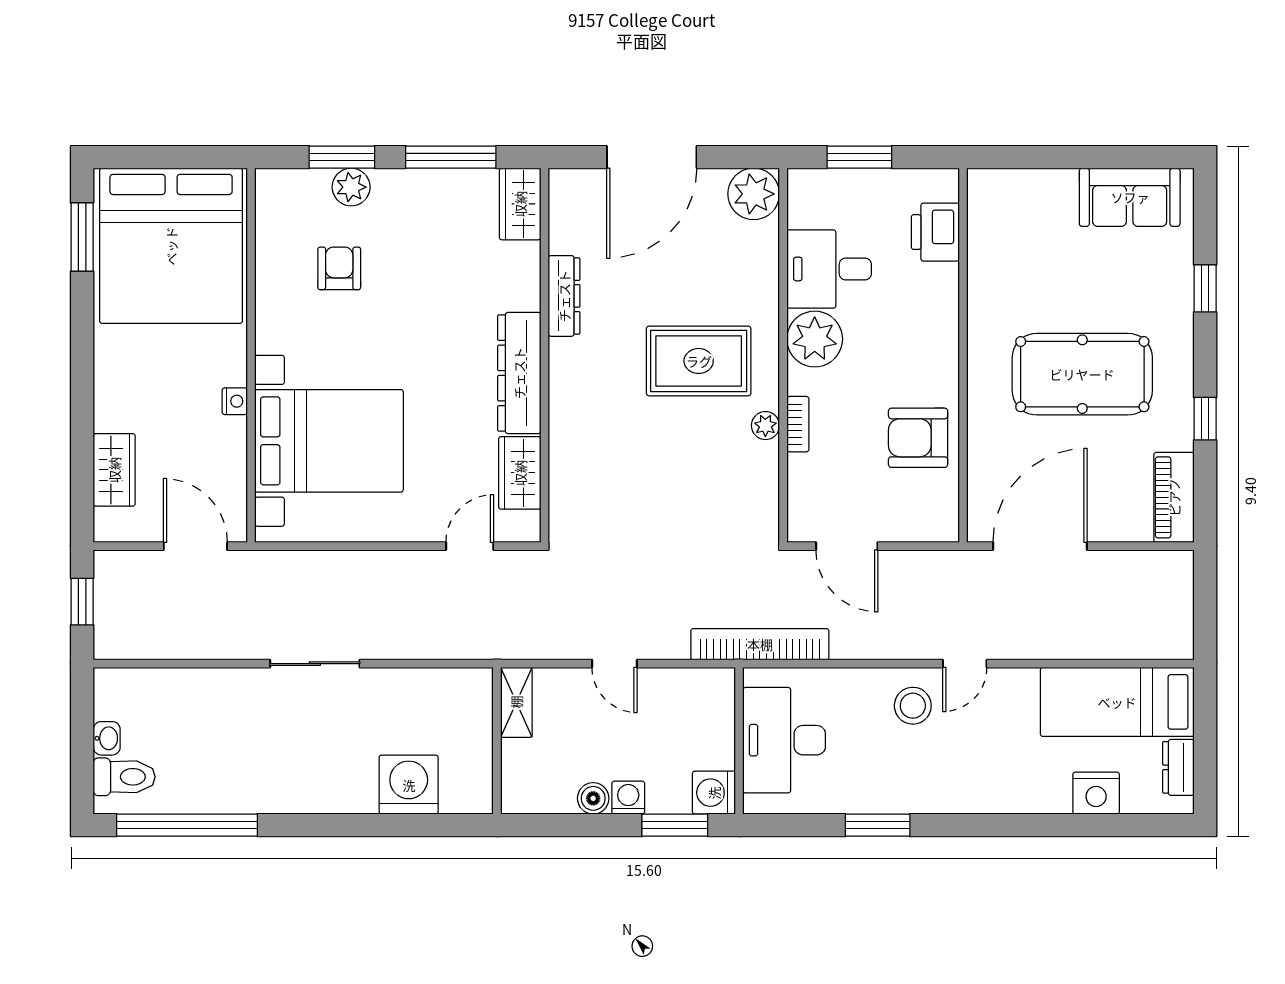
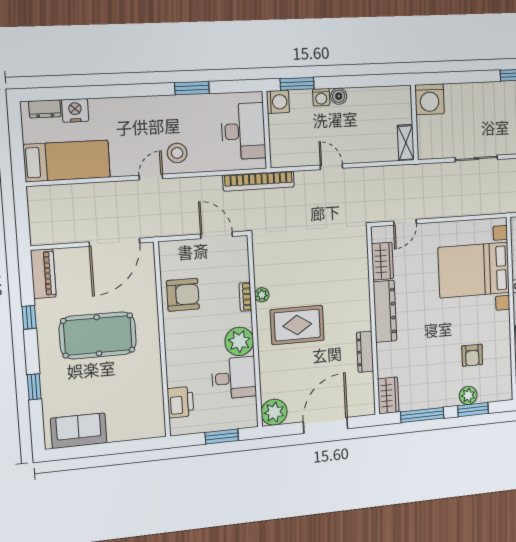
shelving: (516, 702) -> (406, 143), moved
wall: (497, 741) -> (414, 123), moved
dresser: (1178, 767) -> (45, 109), moved, turned 90

